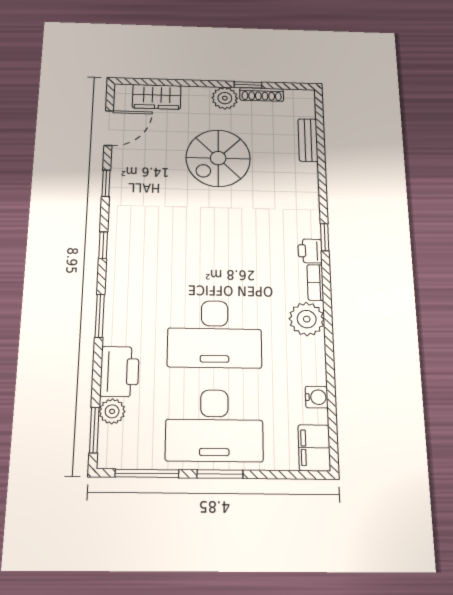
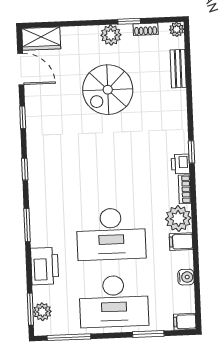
shoe rack: (262, 94) -> (146, 29), width x0.70
wardrobe: (157, 97) -> (41, 39), moved
plant: (306, 97) -> (177, 29), added
door: (109, 128) -> (21, 69), hinge flipped
filing cabinet: (310, 349) -> (181, 242), added
plant: (112, 411) -> (42, 312), moved
filing cabinet: (314, 448) -> (185, 322), width x0.50
window: (220, 474) -> (148, 334), moved

